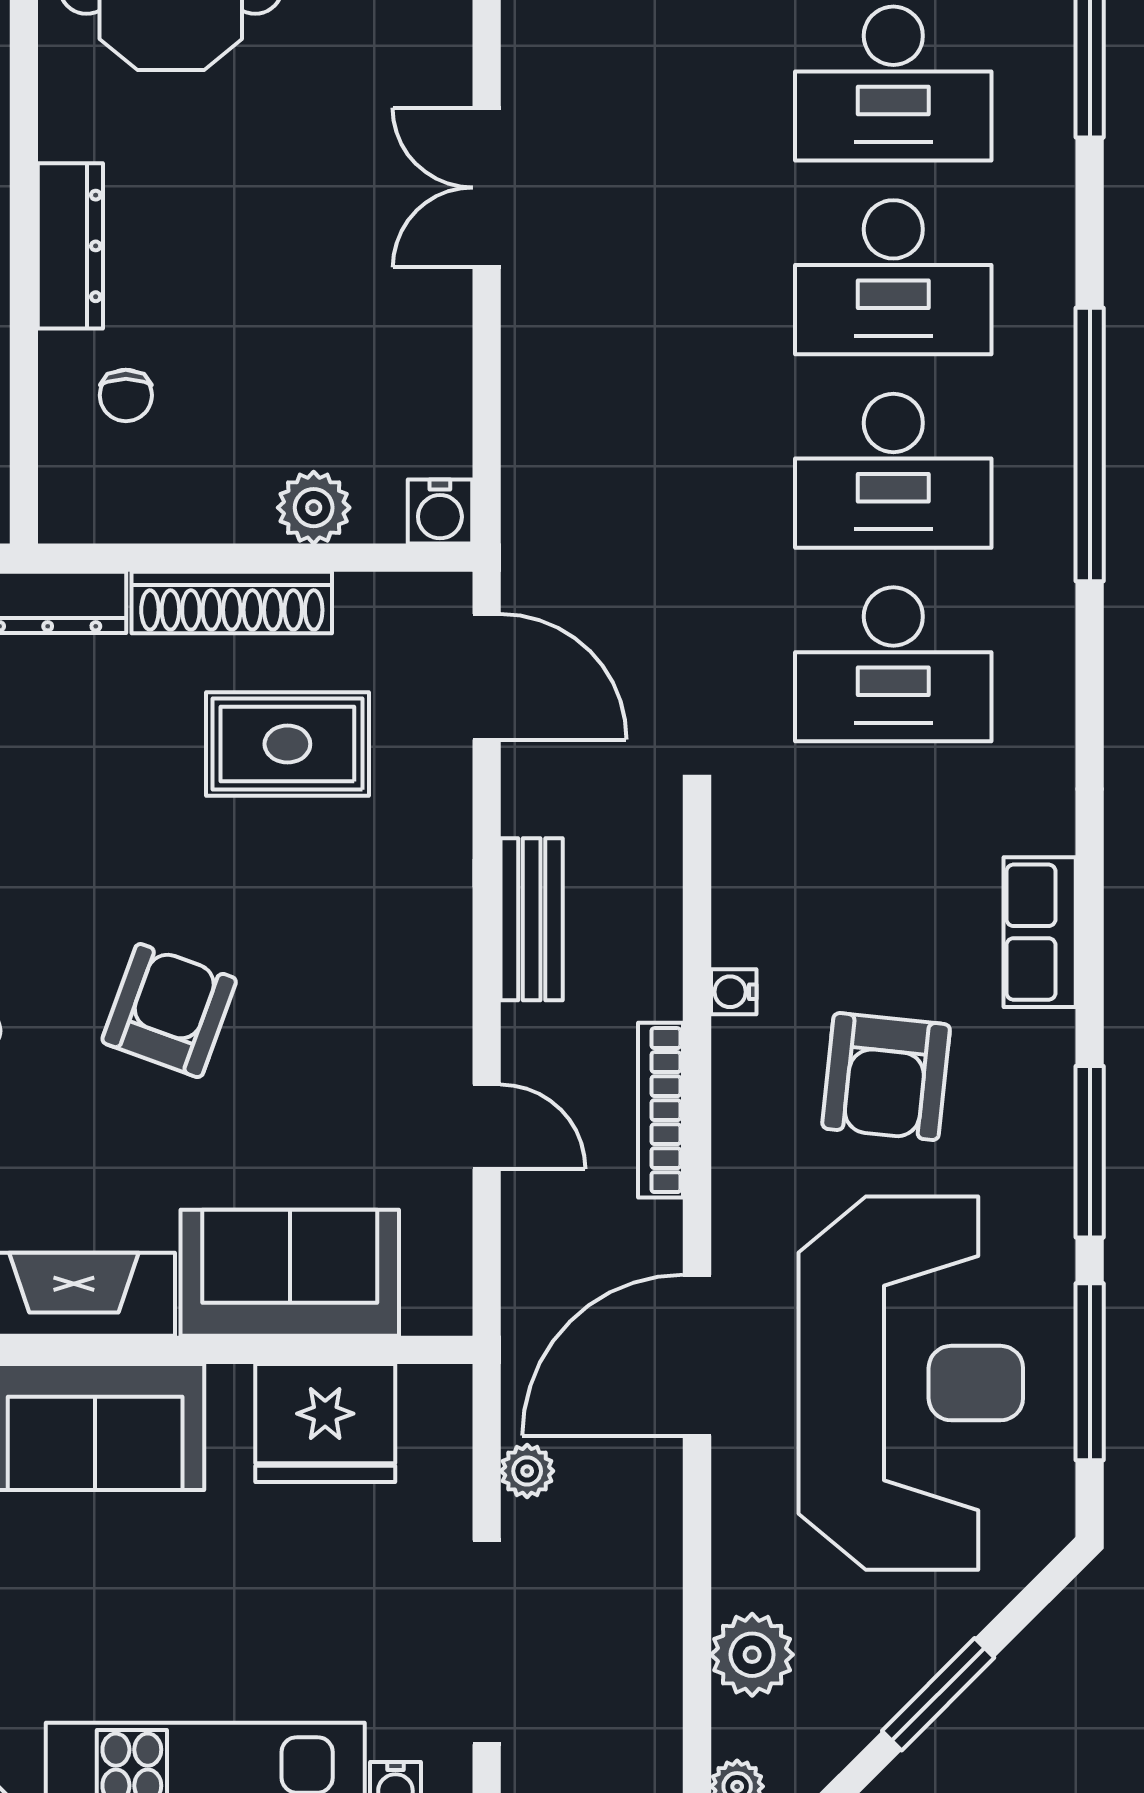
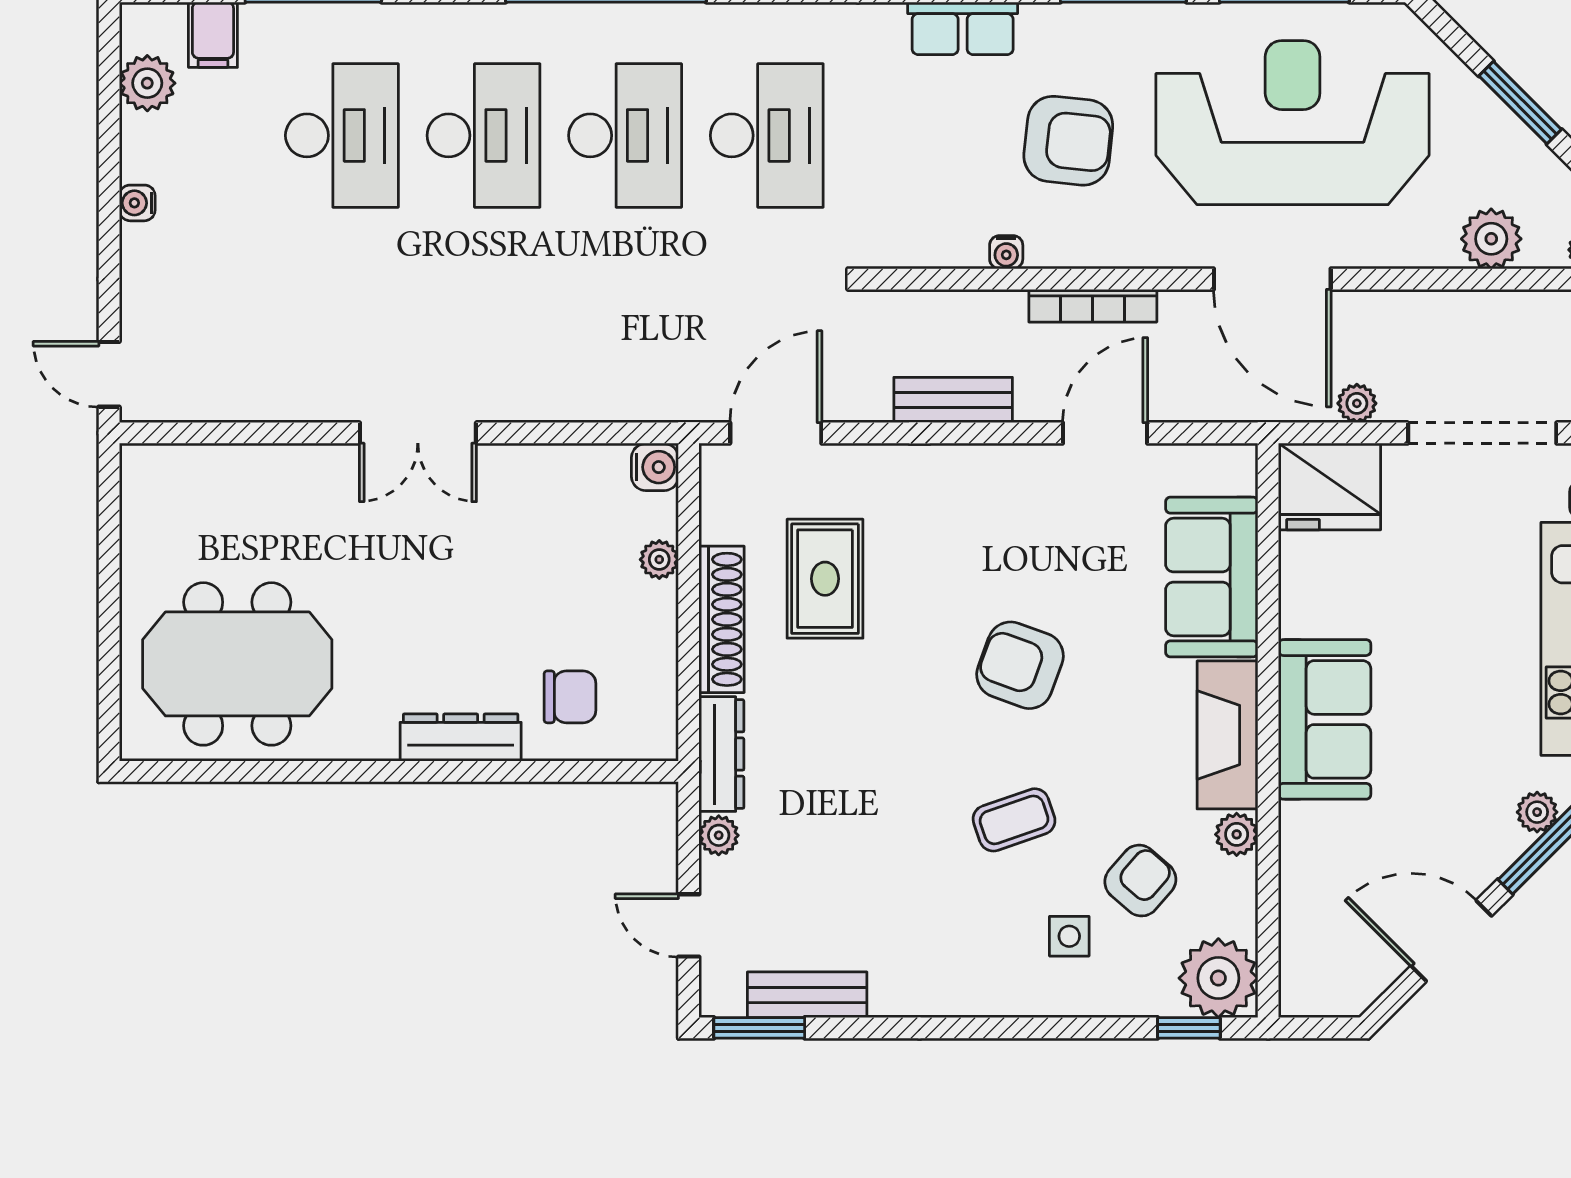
chair: (126, 395) -> (570, 697), width x1.37, depth x1.37
plant: (314, 508) -> (659, 559), width x0.73, depth x0.73
door: (487, 1127) -> (1105, 433), width x1.37
fridge: (325, 1423) -> (1330, 486), moved, turned 90

